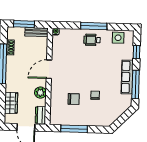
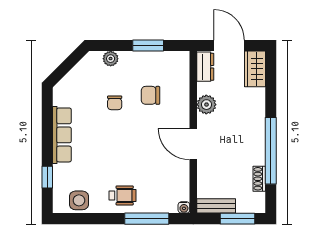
window: (94, 26) -> (147, 219), moved
door: (49, 69) -> (193, 144), swing flipped
window: (136, 85) -> (47, 123), removed
wardrobe: (11, 103) -> (255, 69), moved
plant: (97, 122) -> (111, 59), added
window: (74, 129) -> (148, 46), width x0.69

